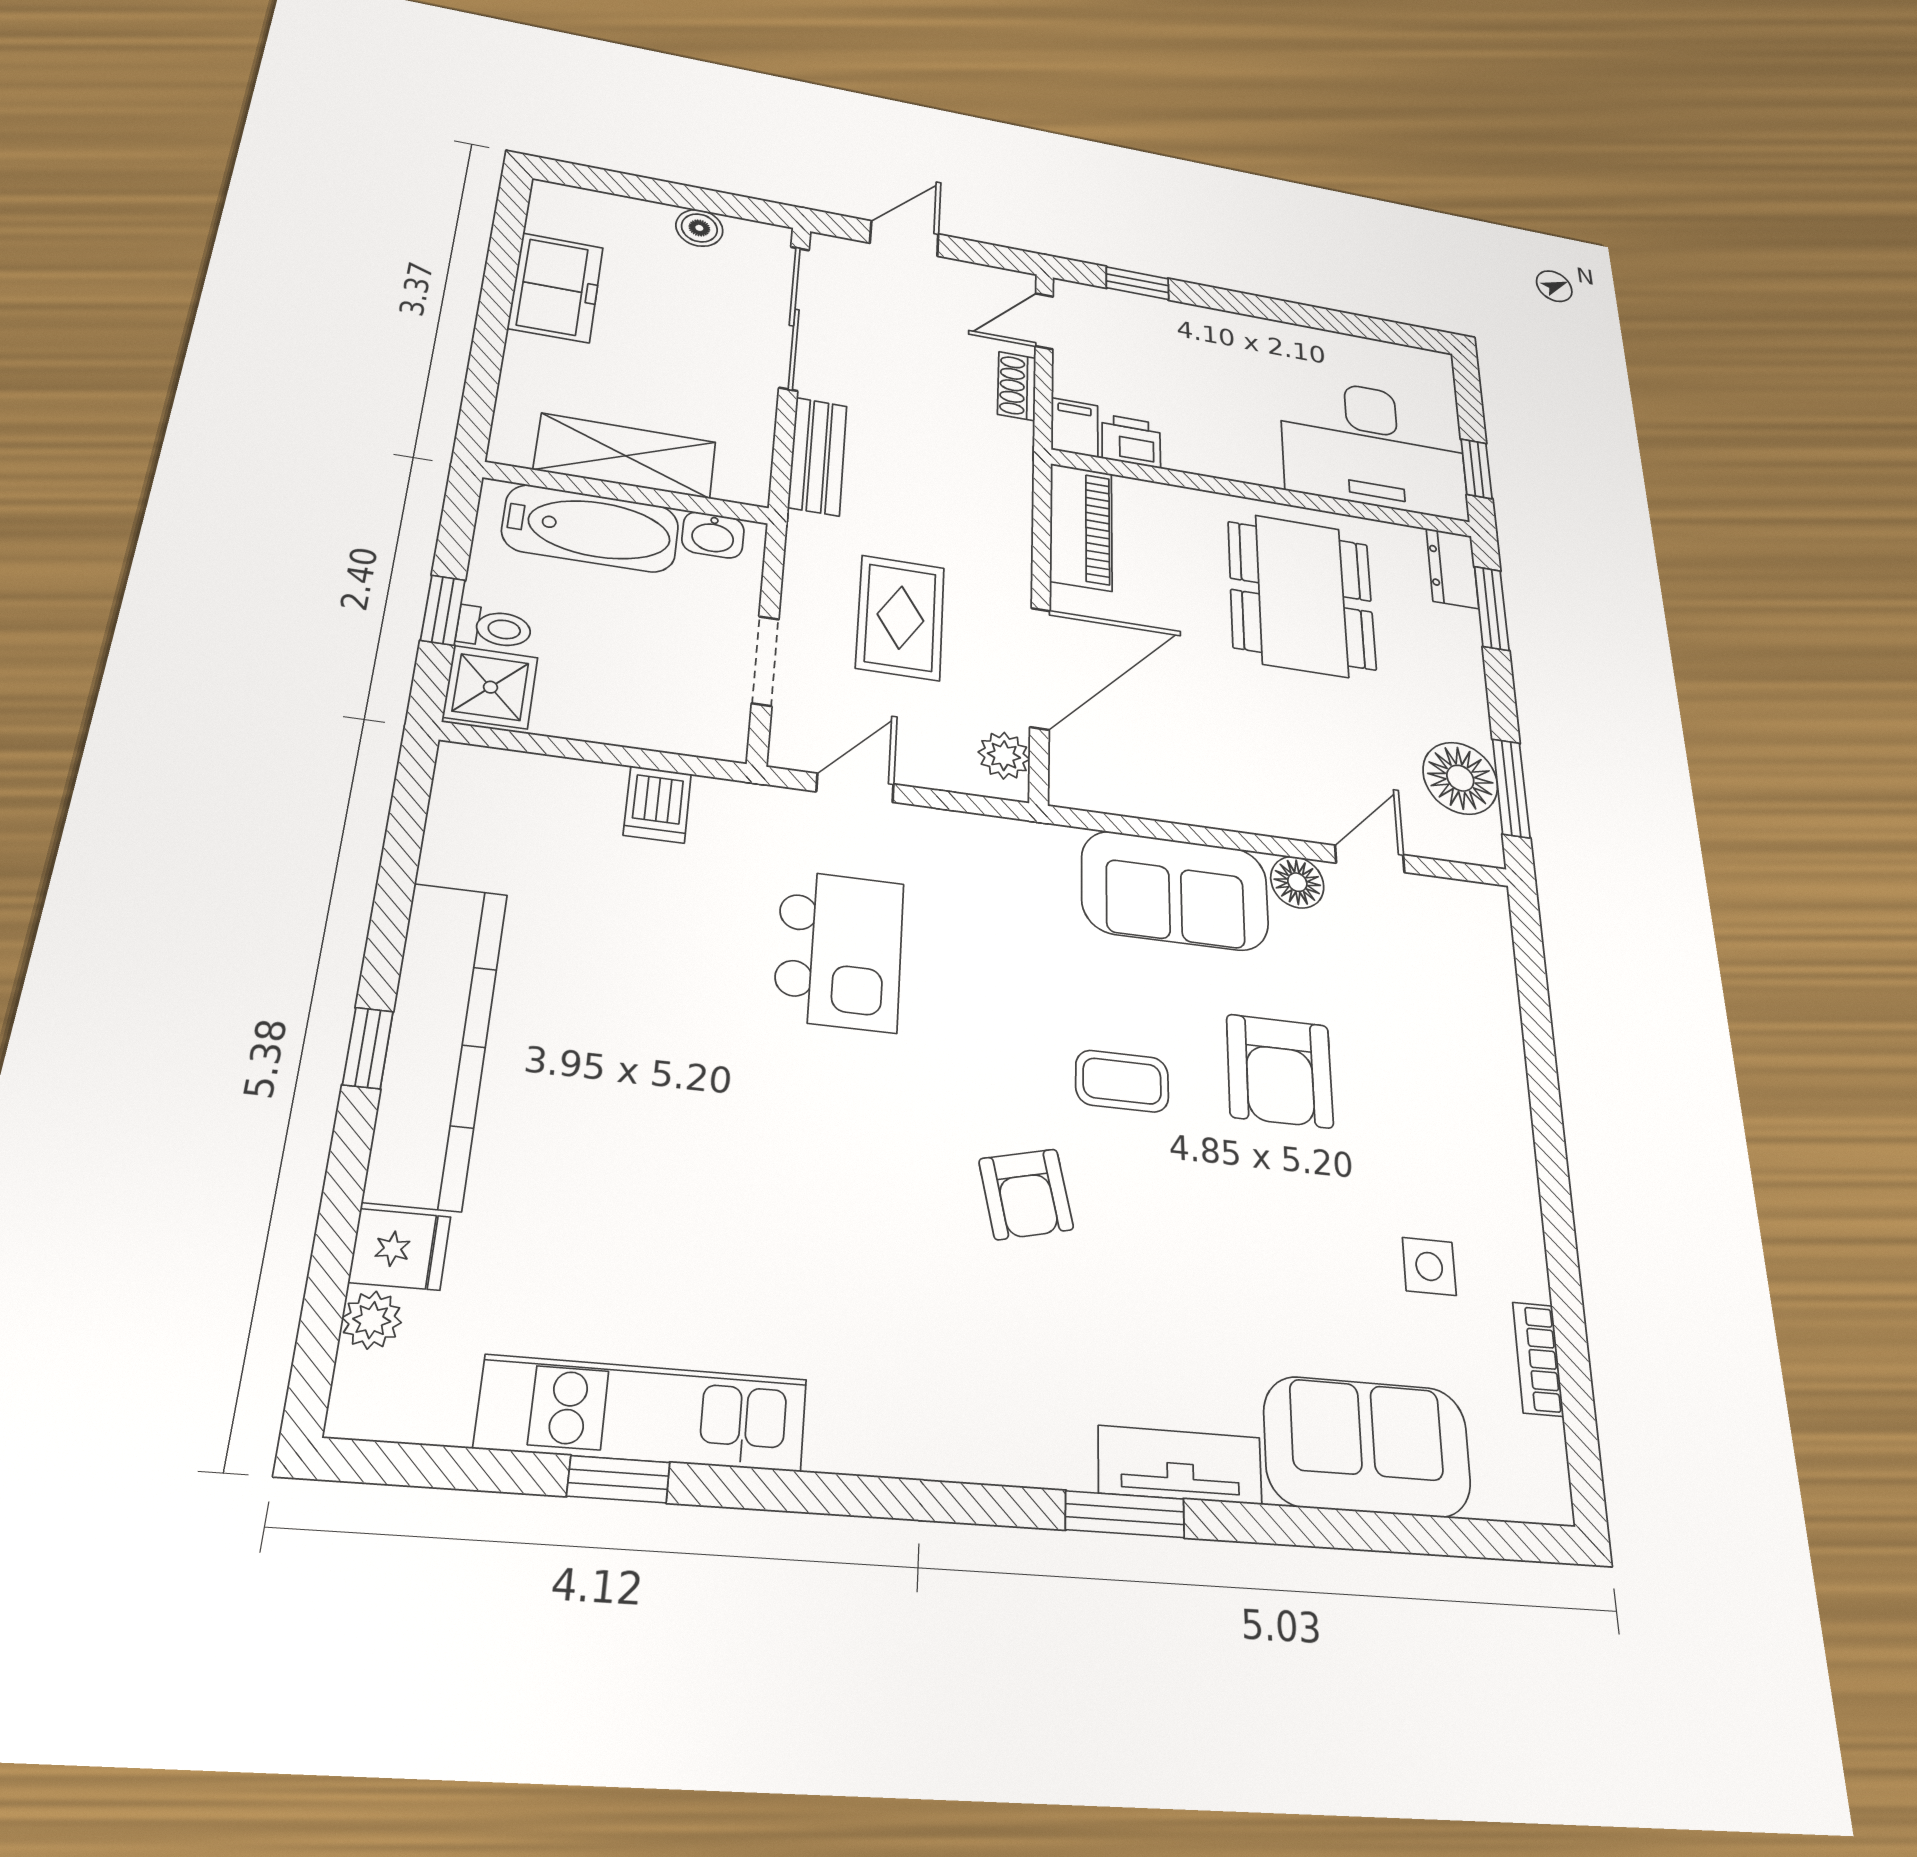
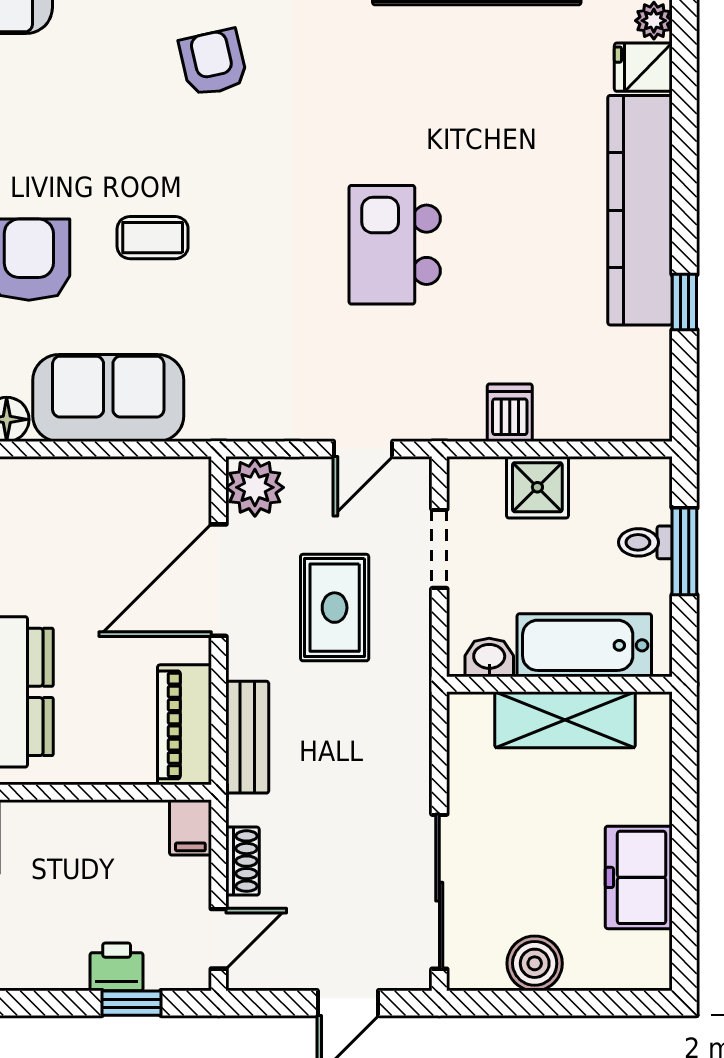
boiler: (699, 228) -> (535, 963), width x1.36, depth x1.36
printer: (1131, 441) -> (117, 967), moved, turned 180
bench: (818, 456) -> (247, 737), moved
window: (443, 610) -> (684, 551), width x1.50
shower: (491, 687) -> (537, 487), moved
plant: (1004, 756) -> (255, 487), width x1.38, depth x1.38
kitchen island: (839, 950) -> (395, 245), moved
window: (368, 1048) -> (684, 302), moved
armchair: (1026, 1194) -> (213, 63), moved

